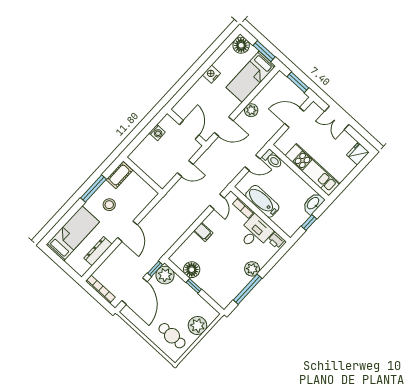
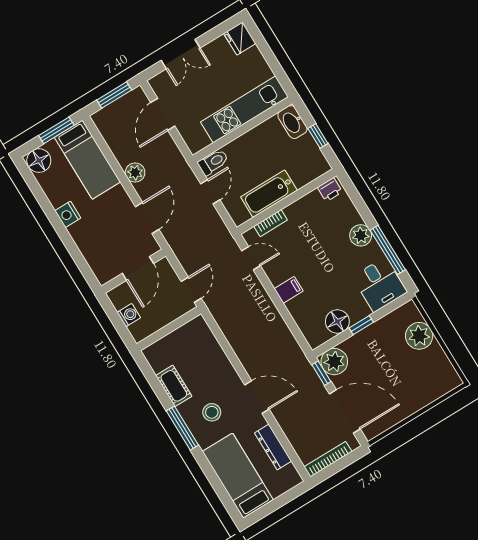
door: (189, 130) -> (138, 268), swing flipped
wall: (143, 175) -> (169, 329), moved
desk: (255, 232) -> (379, 285), moved, turned 180
cafe table: (172, 336) -> (423, 376), removed

